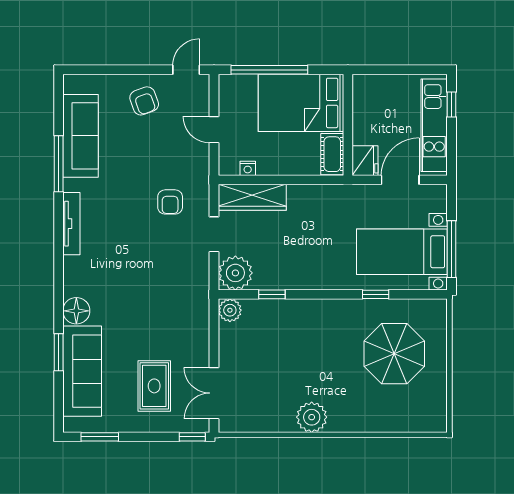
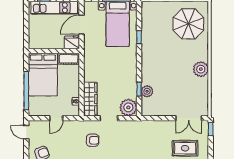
door: (400, 180) -> (82, 25), hinge flipped
plant: (230, 310) -> (147, 91), moved
parasol: (394, 354) -> (188, 24), moved

